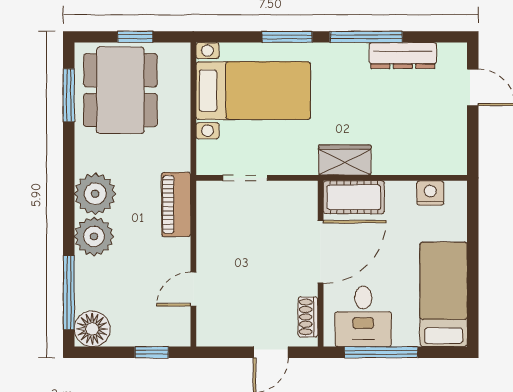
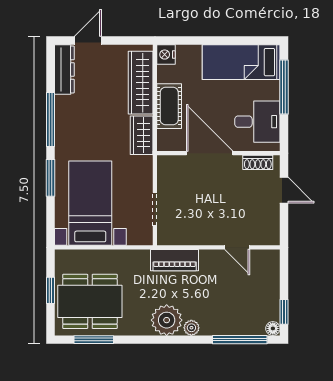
dresser: (403, 56) -> (64, 69), moved
wardrobe: (416, 159) -> (141, 83), added
nightstand: (430, 193) -> (166, 55), moved
cot: (354, 197) -> (169, 106), moved
plant: (94, 236) -> (191, 328), width x0.53, depth x0.53
floor lamp: (92, 329) -> (273, 328), width x0.53, depth x0.53
window: (152, 352) -> (284, 312), moved
window: (381, 352) -> (284, 87), moved

